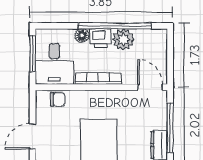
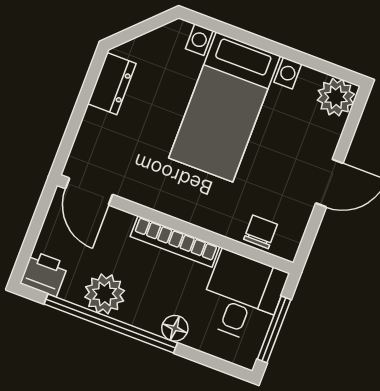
printer: (101, 38) -> (44, 274), moved
chair: (58, 99) -> (260, 232), turned 90
window: (170, 128) -> (81, 106), removed

